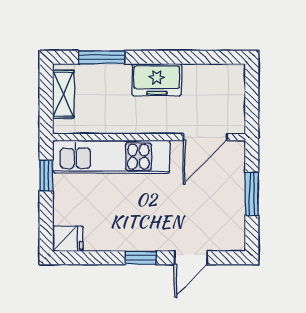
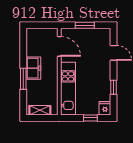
window: (102, 57) -> (23, 79), moved
window: (46, 176) -> (90, 118), moved
window: (141, 258) -> (114, 87), moved

